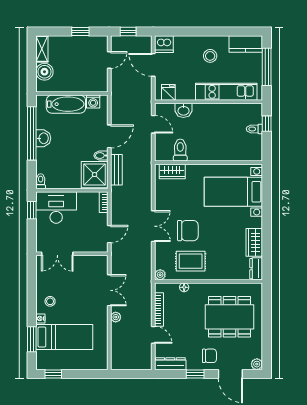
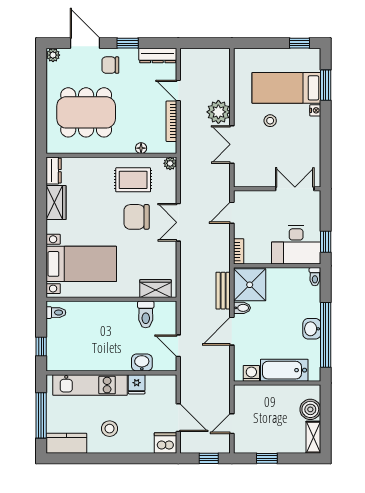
fridge: (168, 92) -> (137, 384), moved
toilet: (254, 129) -> (56, 313), moved
stool: (50, 301) -> (270, 121), moved
plant: (116, 317) -> (218, 112), width x1.88, depth x1.88

